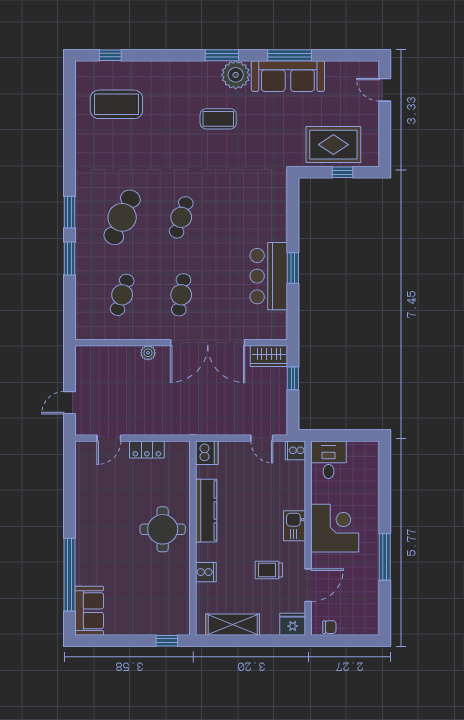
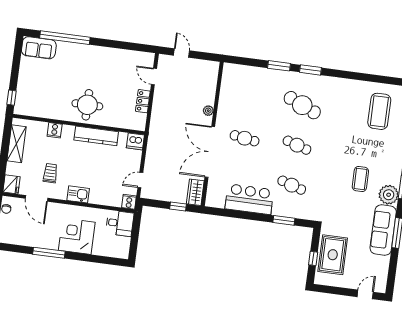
window: (293, 268) -> (284, 220), moved
cafe table: (122, 295) -> (292, 185), moved
corner desk: (335, 528) -> (77, 236), moved, turned 180

